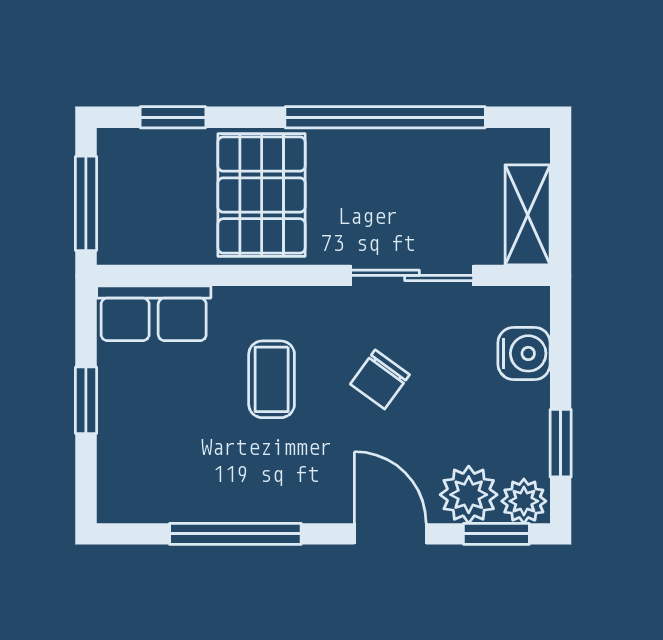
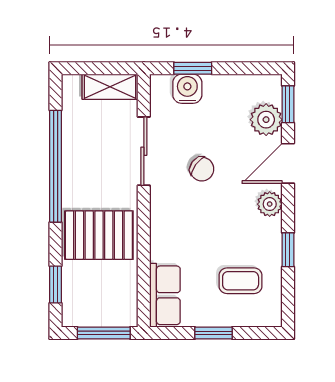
coffee table: (272, 379) -> (241, 281), moved
window: (561, 443) -> (193, 68), moved
plant: (524, 501) -> (270, 204), moved
window: (235, 534) -> (288, 250), width x0.46

